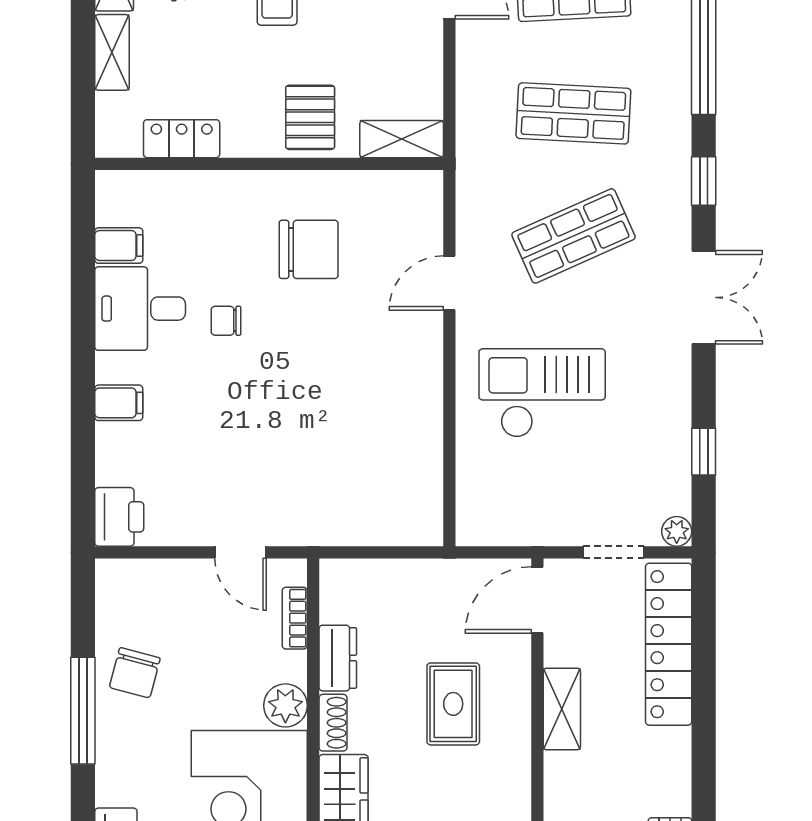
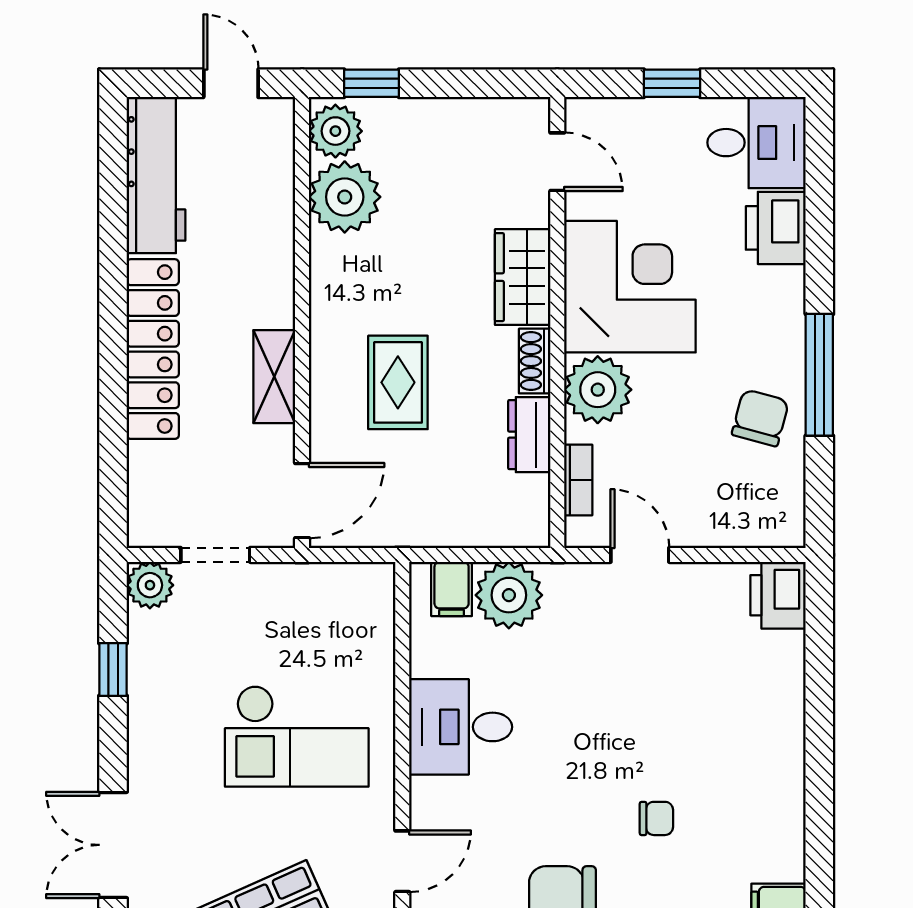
desk: (140, 309) -> (461, 727), moved, turned 180
filing cabinet: (119, 403) -> (452, 589), moved, turned -90
plant: (356, 517) -> (509, 595), added
plant: (677, 531) -> (150, 585), width x1.38, depth x1.38
locker: (669, 644) -> (153, 349), moved
plant: (285, 705) -> (598, 390), width x1.36, depth x1.36

